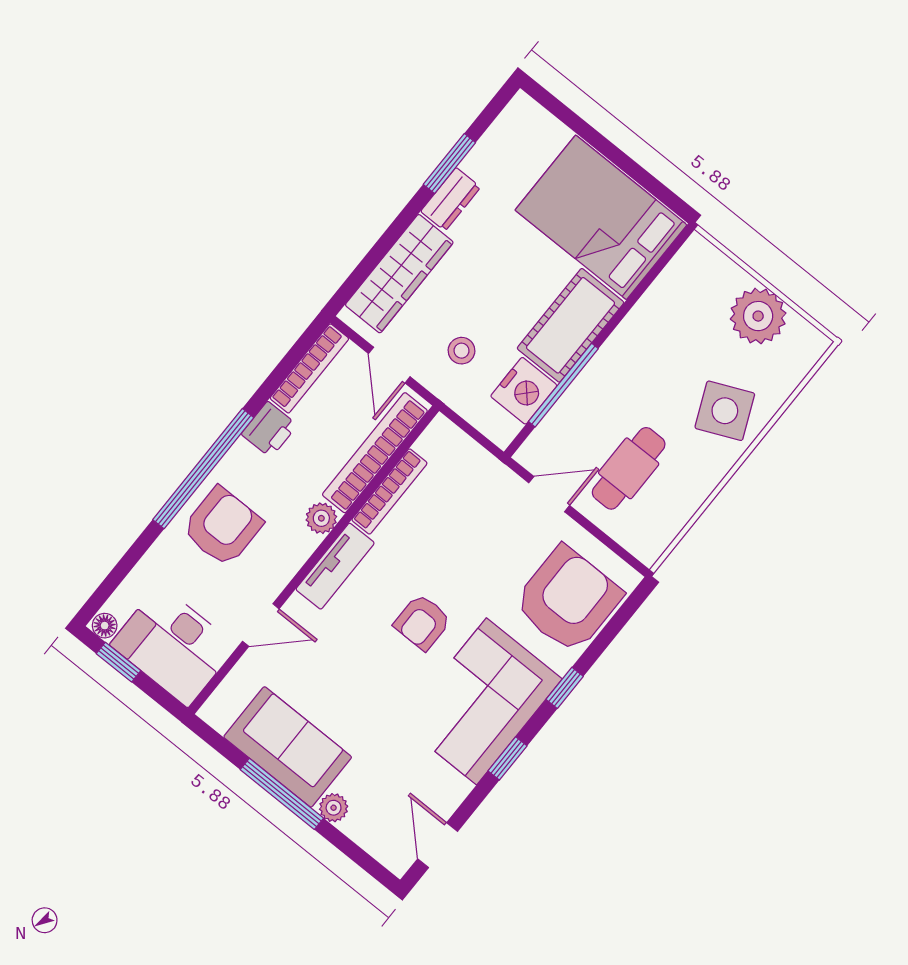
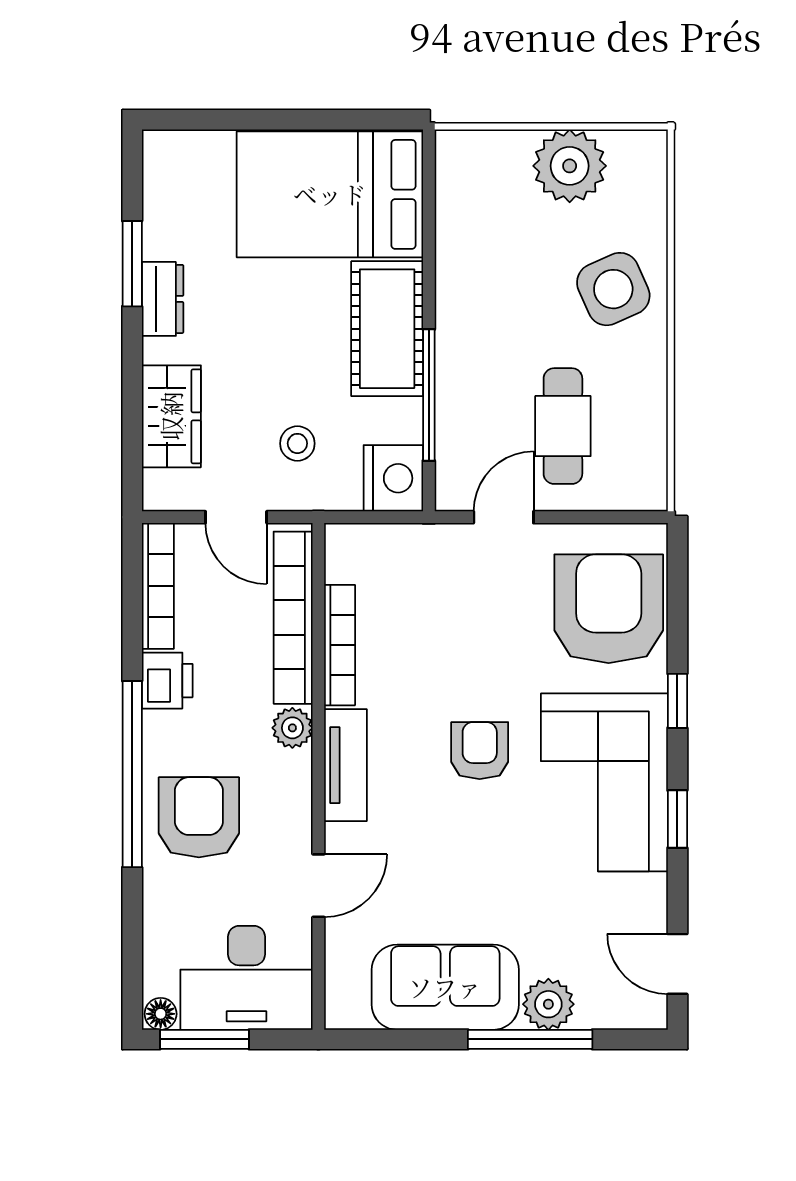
wardrobe: (399, 274) -> (171, 416), width x0.67
nightstand: (524, 391) -> (393, 478), moved
armchair: (422, 622) -> (480, 751), turned 180
window: (119, 662) -> (204, 1039), width x1.50
window: (282, 794) -> (530, 1039), moved
plant: (334, 808) -> (548, 1004), width x1.38, depth x1.38

